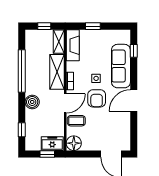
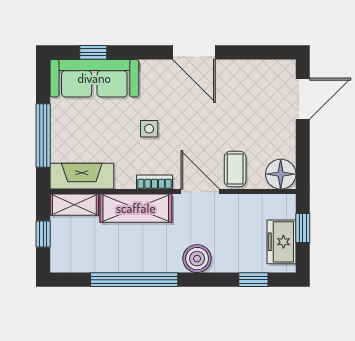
window: (93, 26) -> (43, 136), width x2.17
sofa: (121, 66) -> (94, 78), moved
armchair: (97, 98) -> (190, 128), removed
freezer: (52, 144) -> (281, 242), moved

